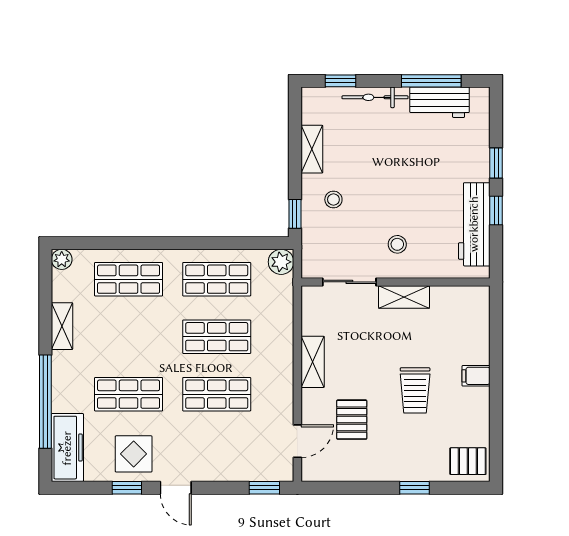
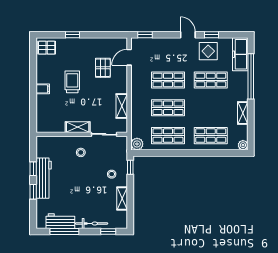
workbench: (474, 224) -> (44, 178), moved
shelving: (313, 362) -> (122, 106), moved

